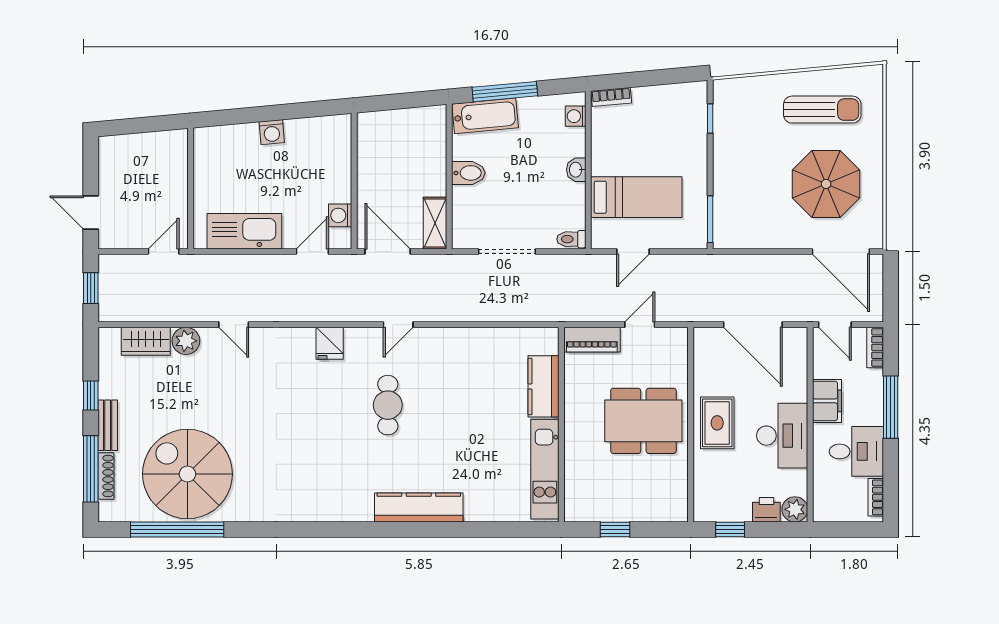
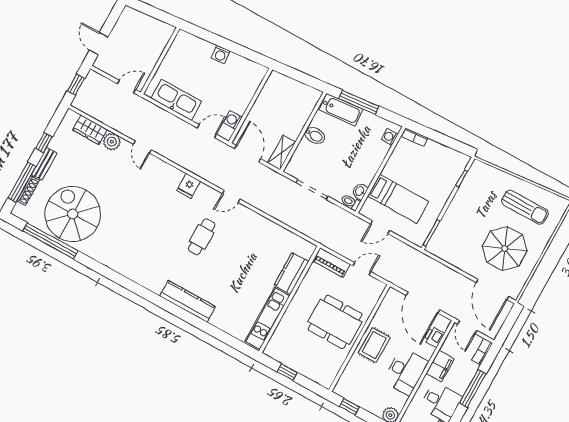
washbasin: (576, 170) -> (360, 191), moved
printer: (766, 510) -> (434, 337), moved, turned -90

